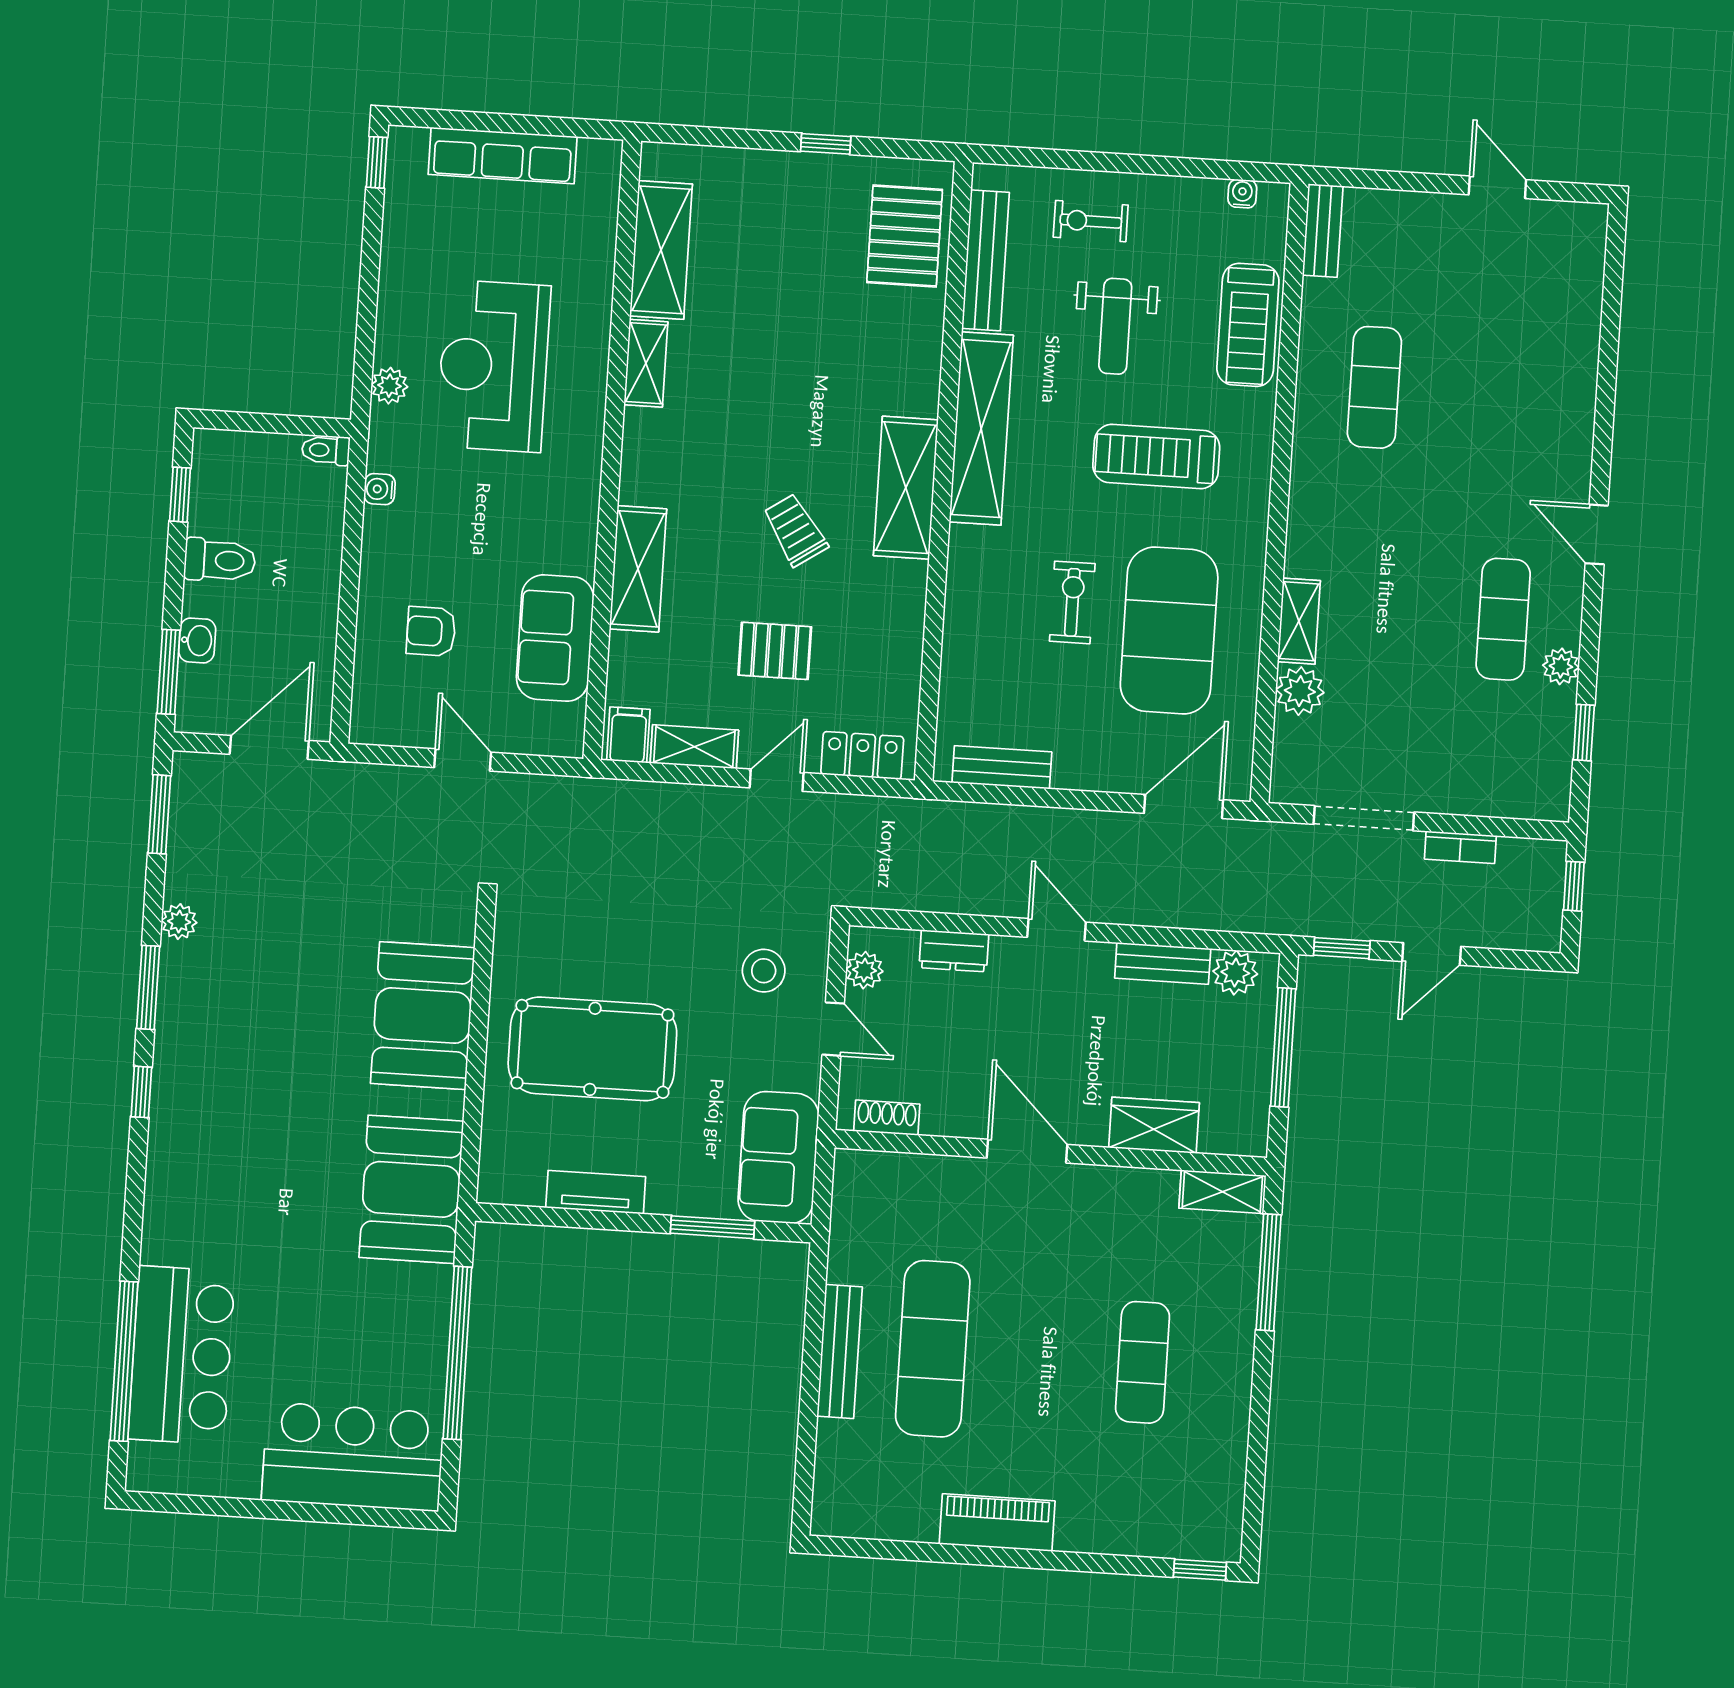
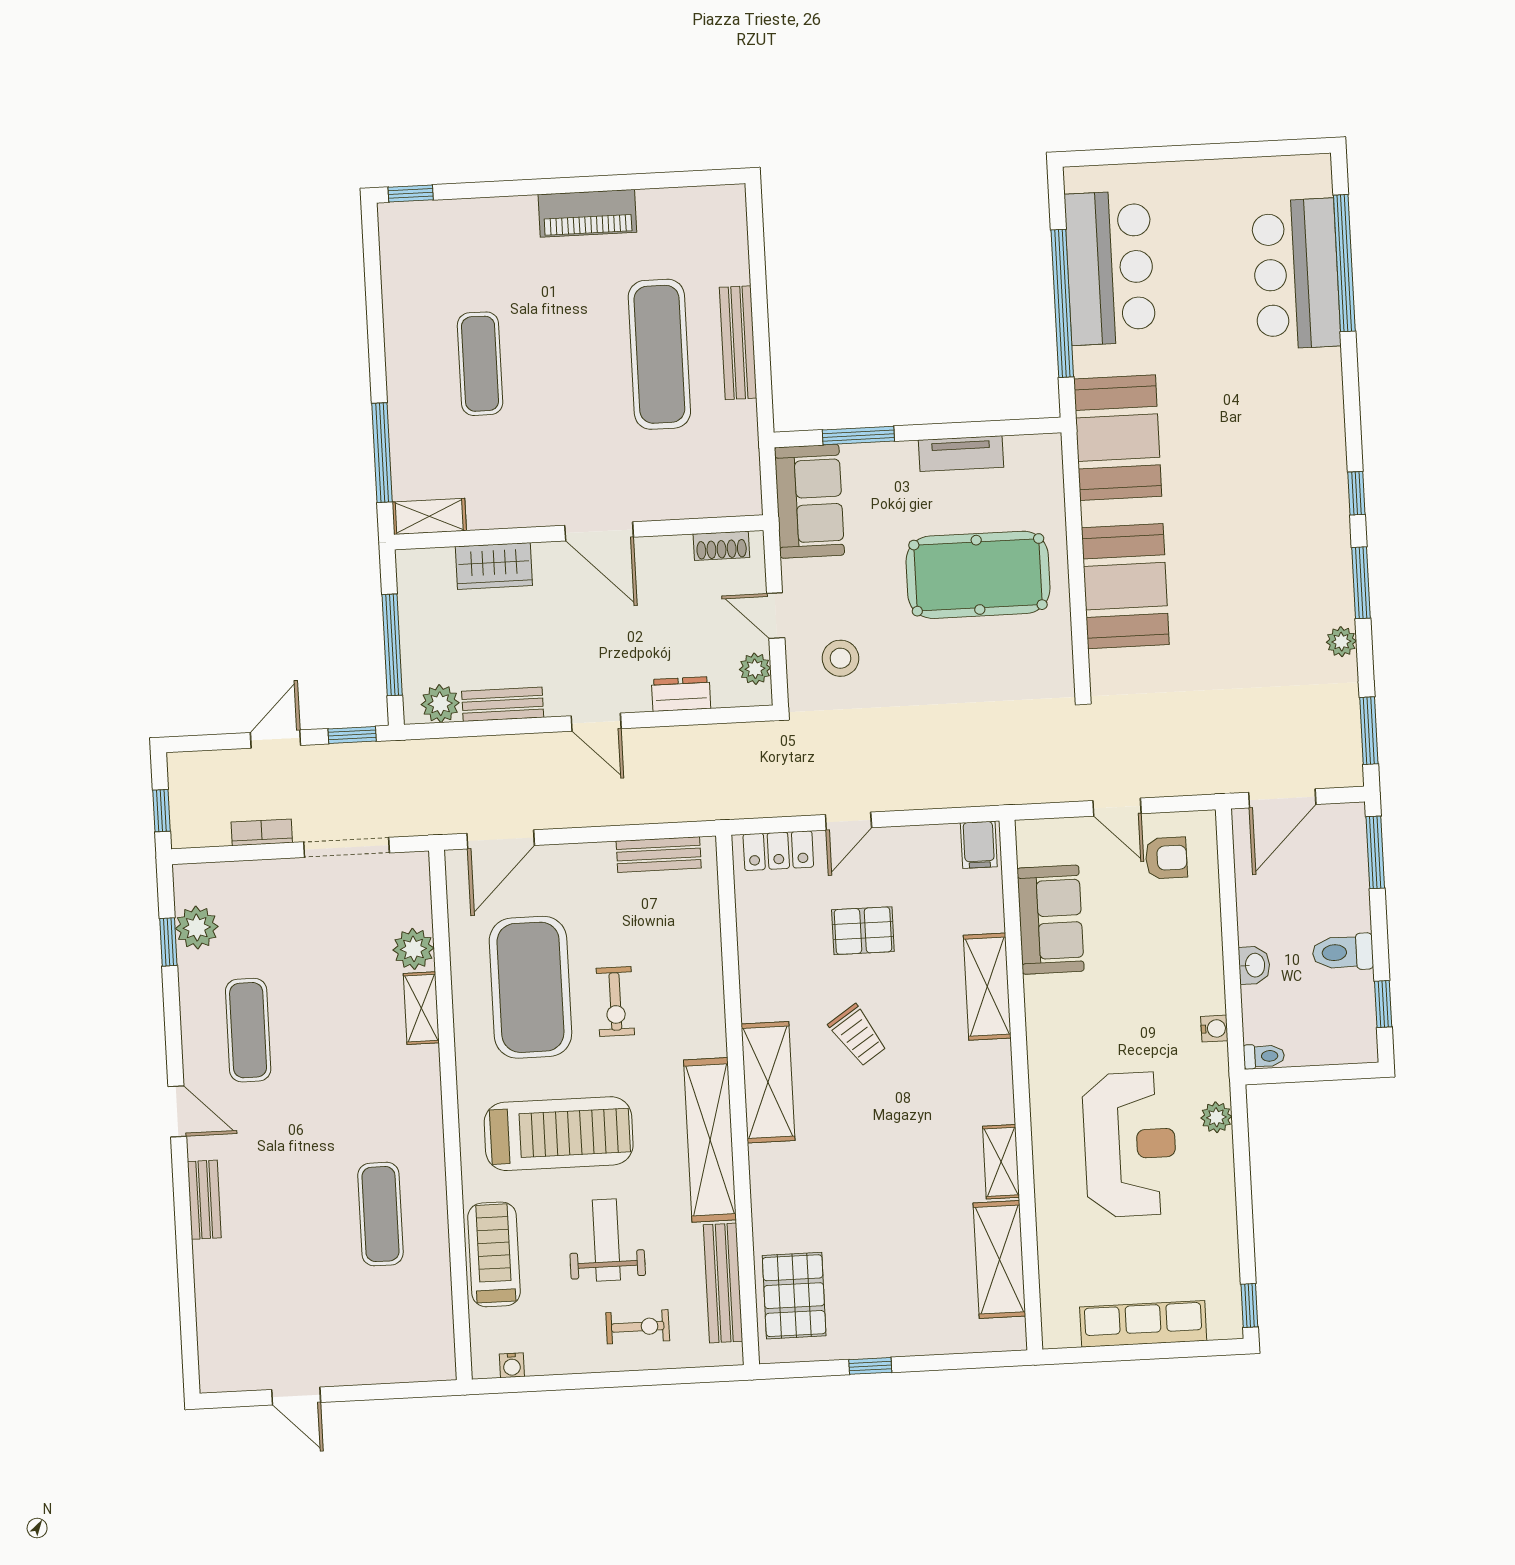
bench: (1323, 231) -> (204, 1200), moved
treadmill: (1156, 456) -> (559, 1134), width x1.37, depth x1.38
armchair: (431, 631) -> (1166, 858), moved
washbasin: (197, 640) -> (1254, 965), moved, turned 180
plant: (1561, 666) -> (197, 928), moved, width x1.38, depth x1.38
shelving: (694, 747) -> (922, 841), removed
bar counter: (353, 1457) -> (1110, 268), moved, turned -90

